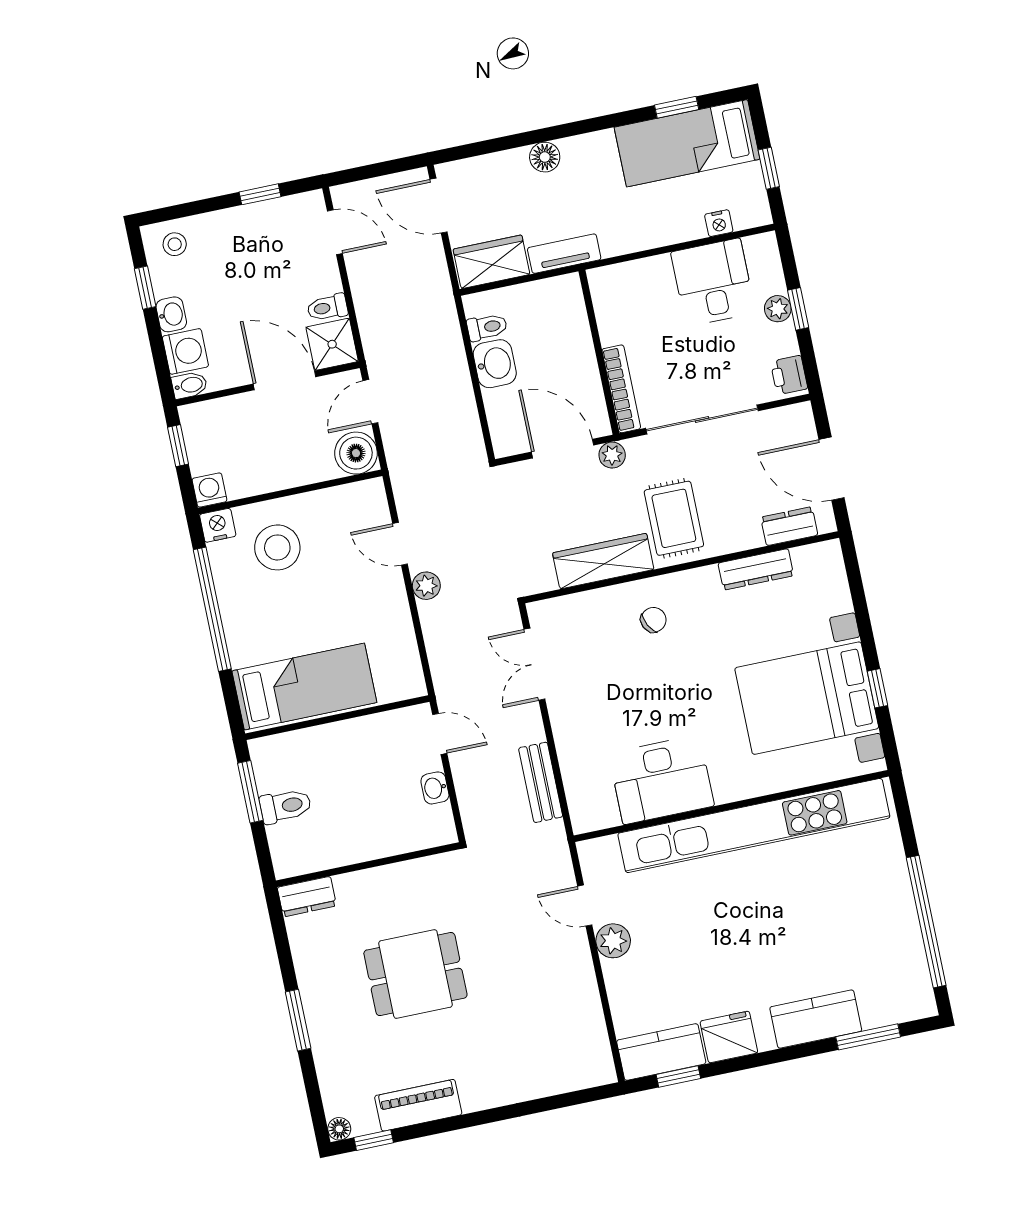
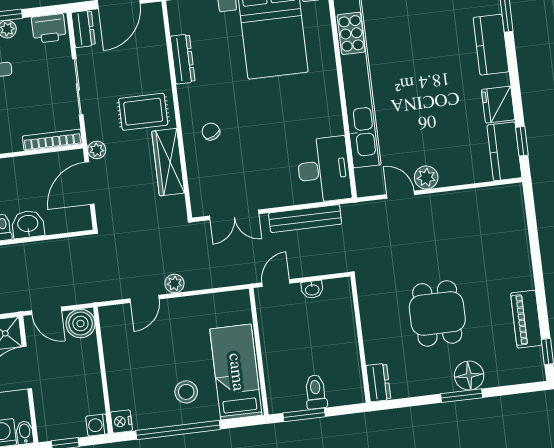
printer: (789, 375) -> (49, 28), width x1.36, depth x1.24
sliding door: (702, 419) -> (78, 87), width x0.73
dresser: (789, 526) -> (83, 29), moved, turned 180
stool: (277, 547) -> (186, 392), moved, width x0.73, depth x0.73
desk: (661, 780) -> (324, 170), moved
bench: (541, 782) -> (305, 219), width x1.36
door: (585, 906) -> (401, 195), swing flipped
floor lamp: (339, 1129) -> (469, 376), moved, width x1.89, depth x1.89

